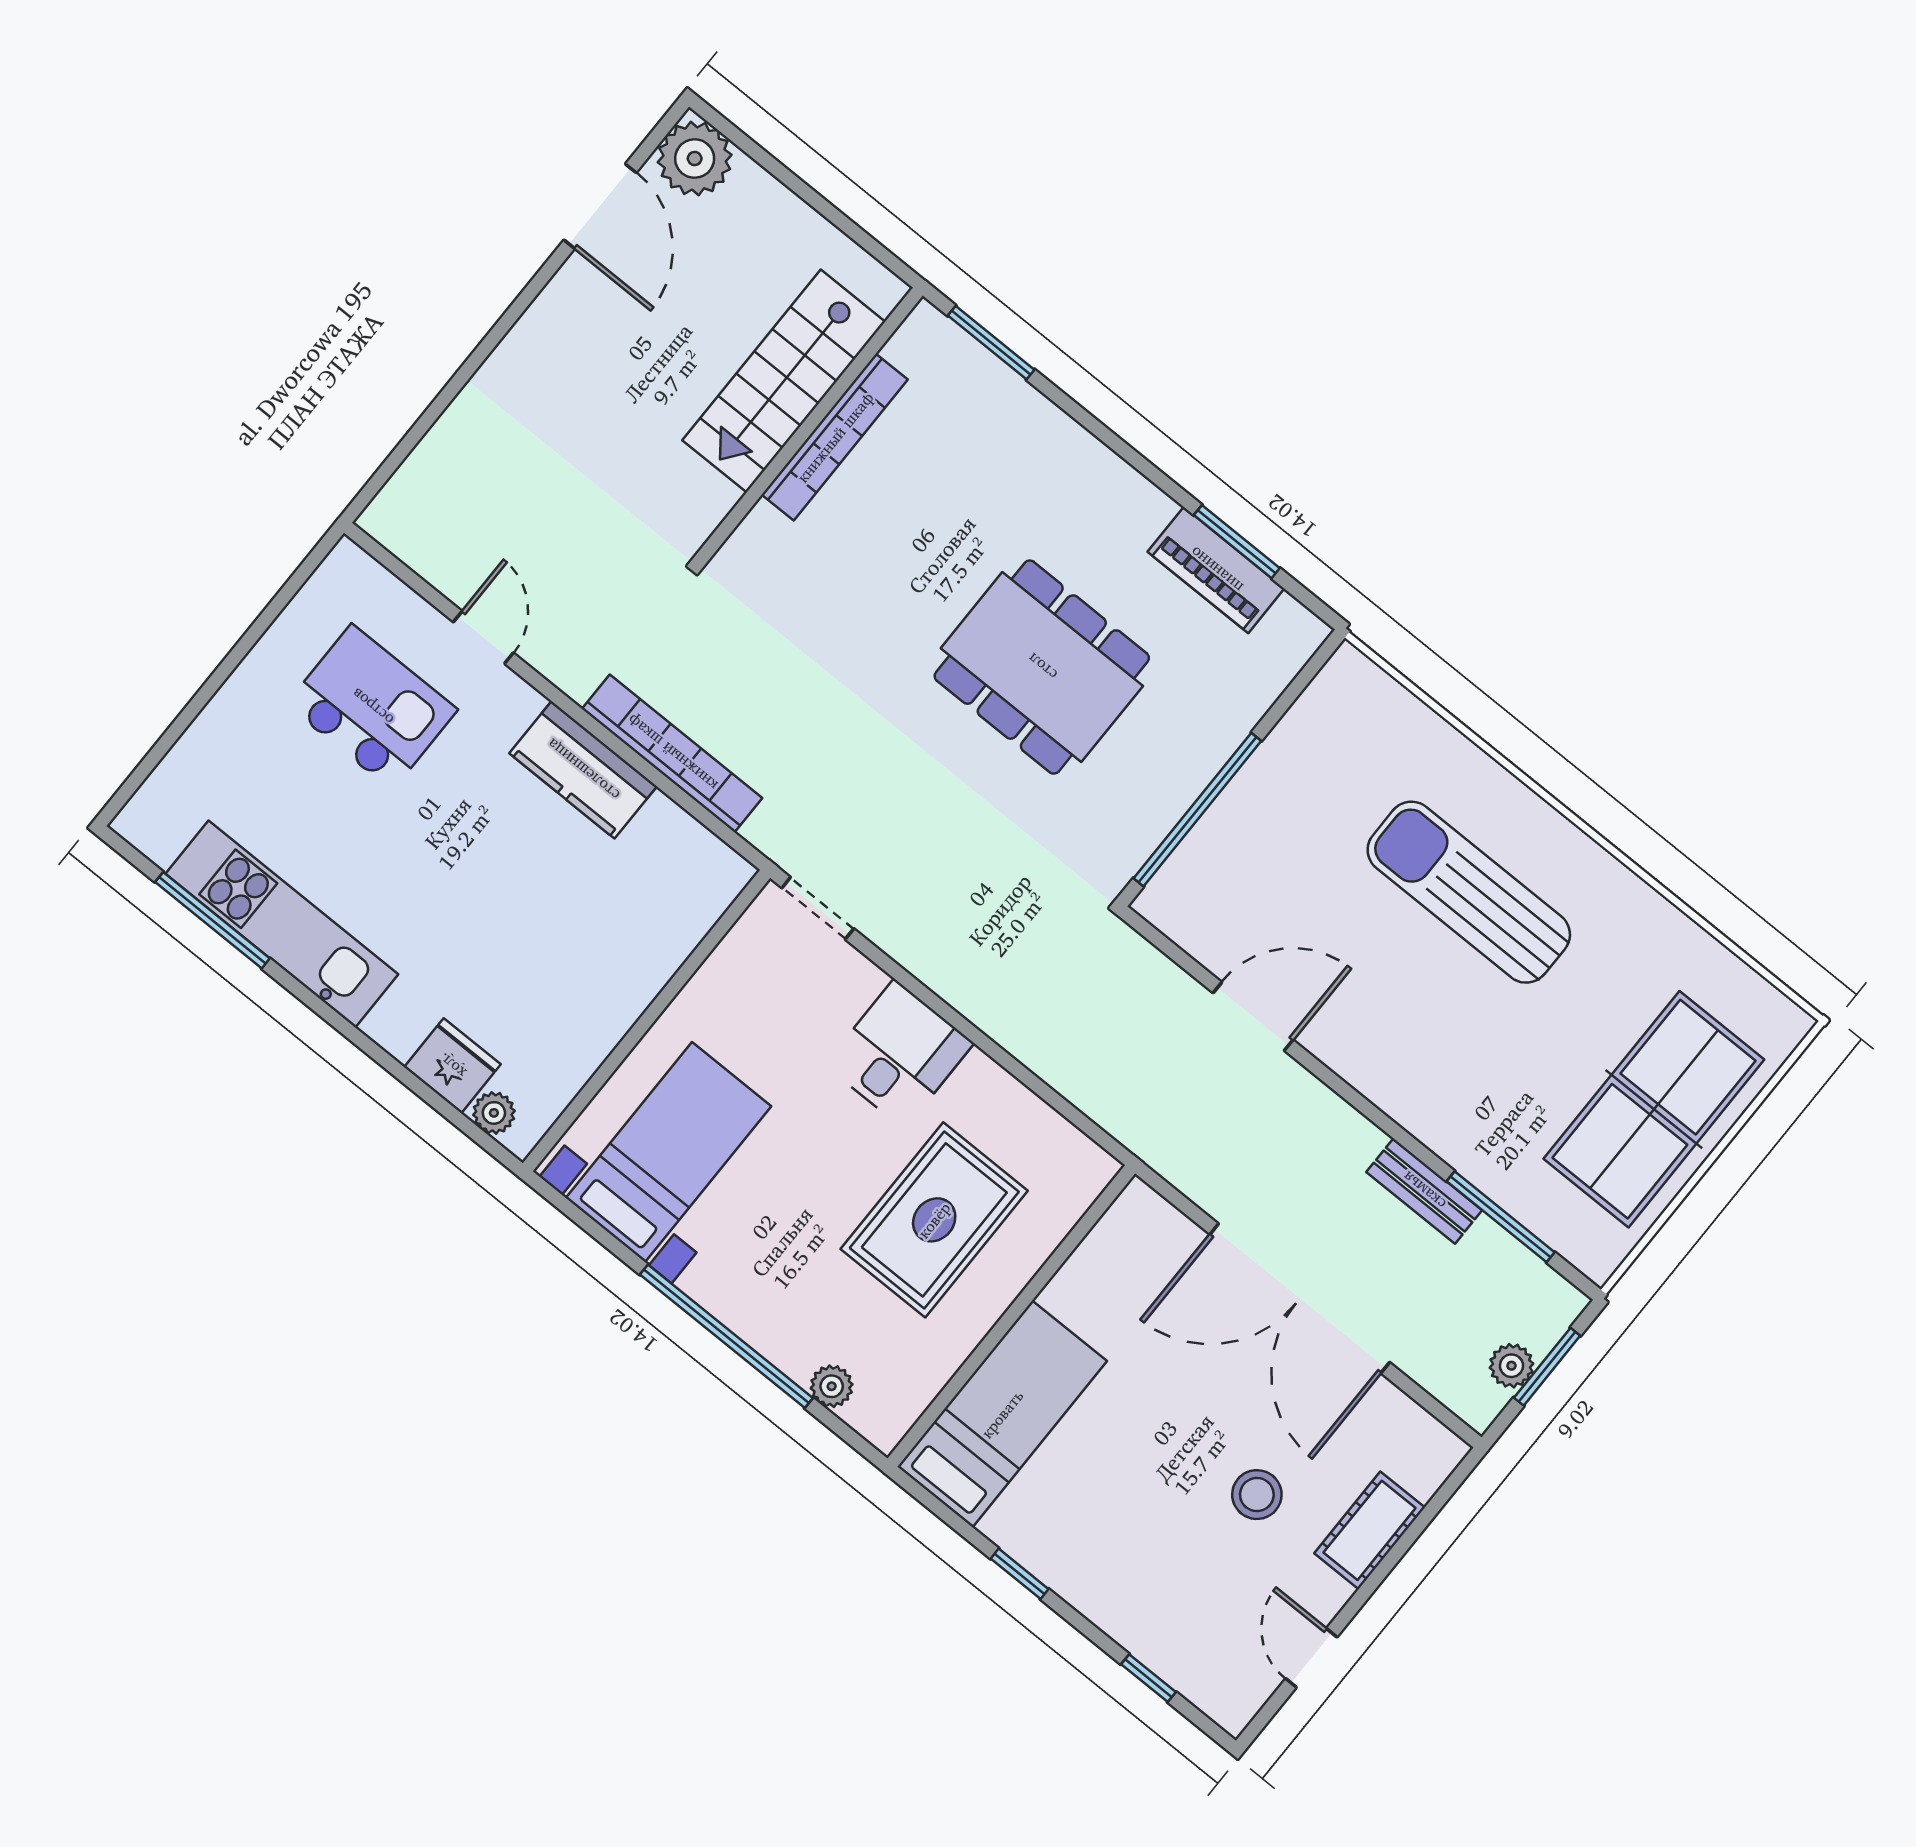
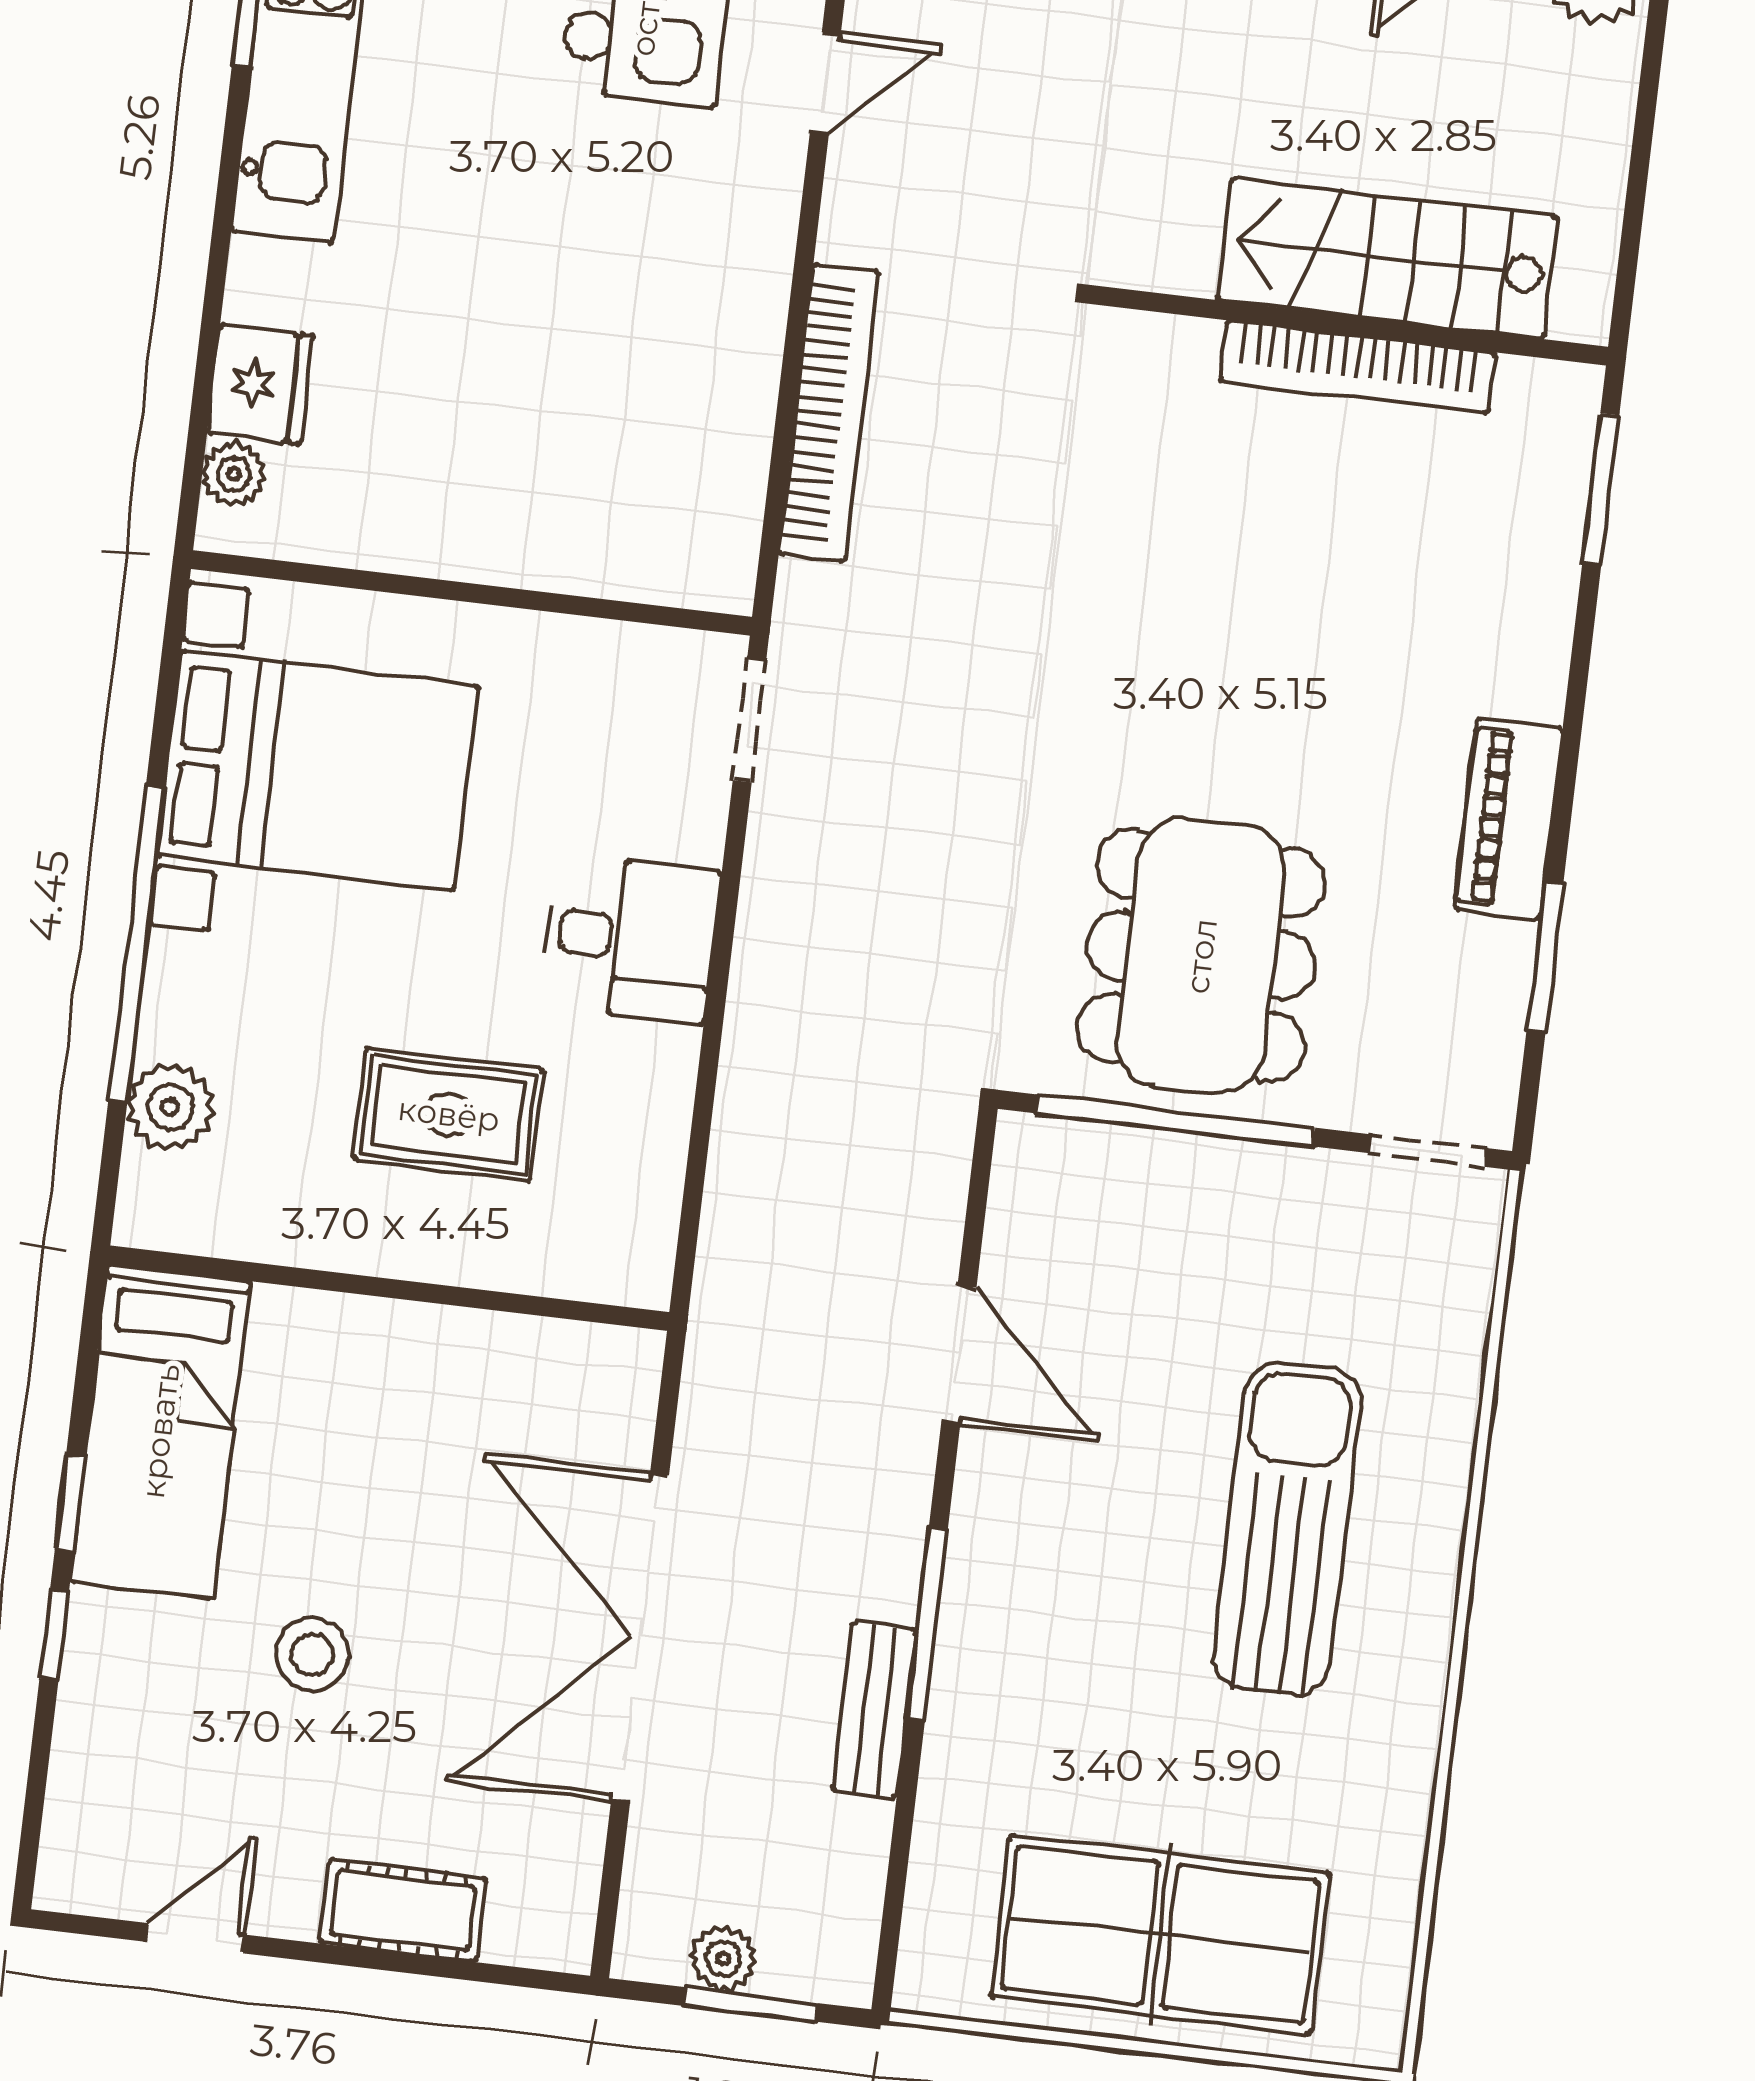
piano: (1216, 570) -> (1508, 819), moved
dining table: (1042, 667) -> (1201, 956), moved
doorway: (1305, 677) -> (1428, 1151), added
kitchen counter: (583, 770) -> (738, 314), removed
bed with nightstands: (669, 1152) -> (318, 771), width x1.36
window: (1501, 1217) -> (927, 1624), moved
rug: (934, 1220) -> (449, 1114), width x0.73, depth x0.70
plant: (832, 1386) -> (170, 1107), width x1.38, depth x1.38
bed: (1002, 1414) -> (160, 1431), moved, turned 90
stool: (1257, 1495) -> (312, 1654), moved
window: (1148, 1678) -> (54, 1635), moved

